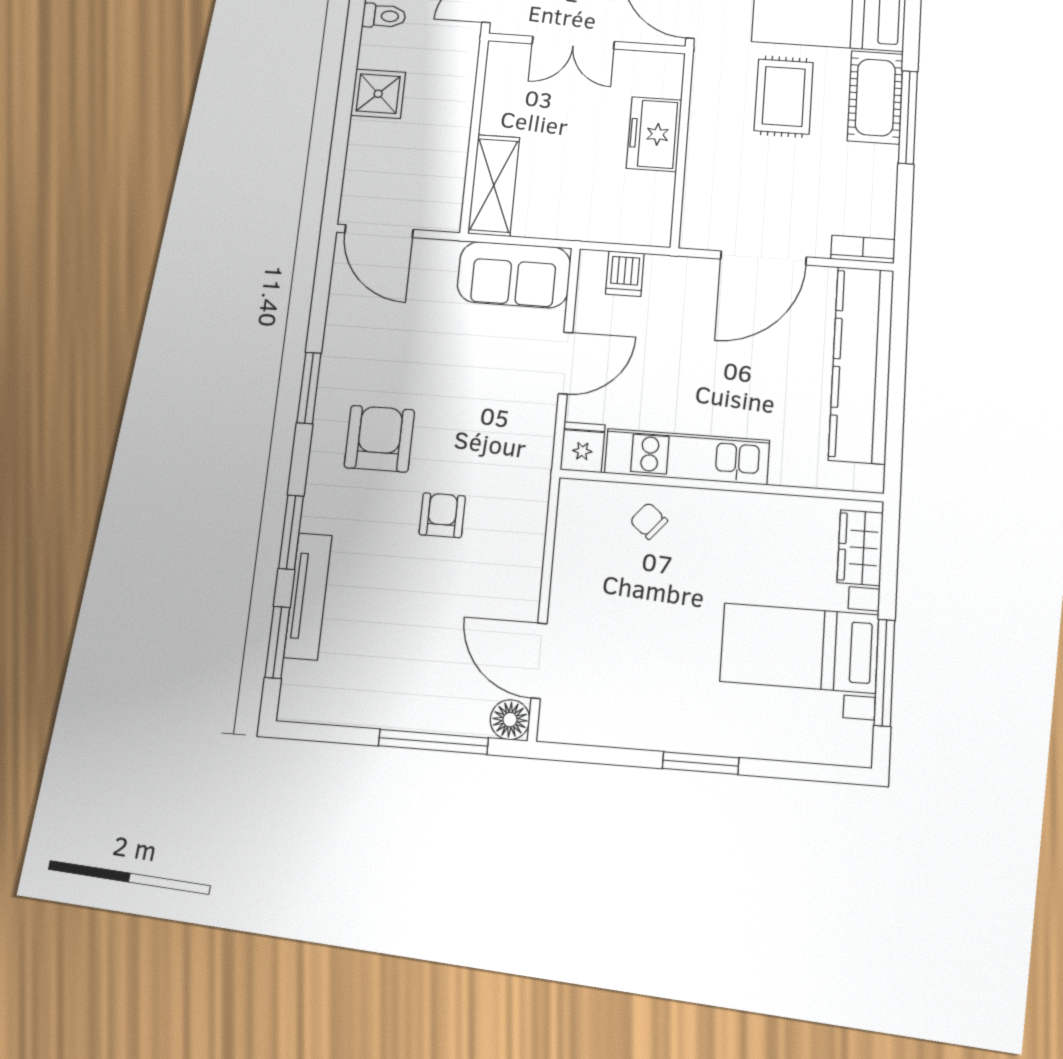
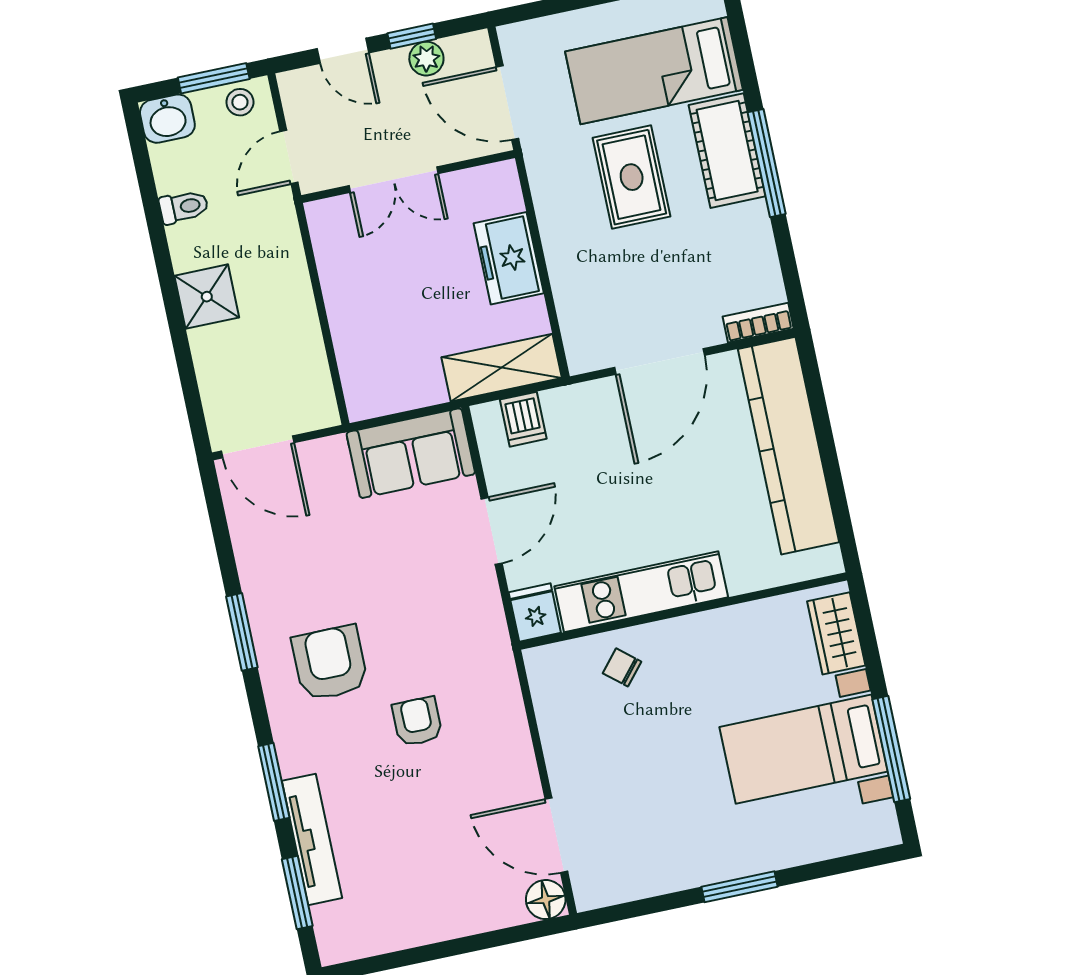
shelving: (494, 185) -> (502, 368), moved, turned 90
window: (433, 742) -> (479, 942), removed

